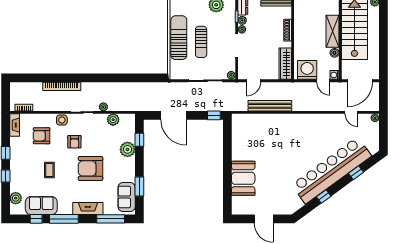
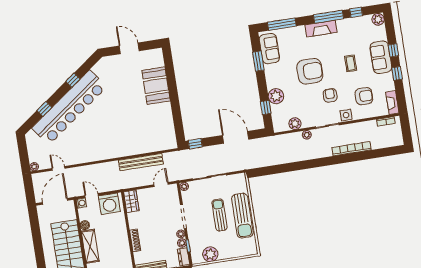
wardrobe: (285, 64) -> (131, 201), width x0.67
plant: (16, 198) -> (378, 19), moved
sofa: (41, 206) -> (381, 57), moved, turned 90
fireplace: (88, 209) -> (321, 29), moved

